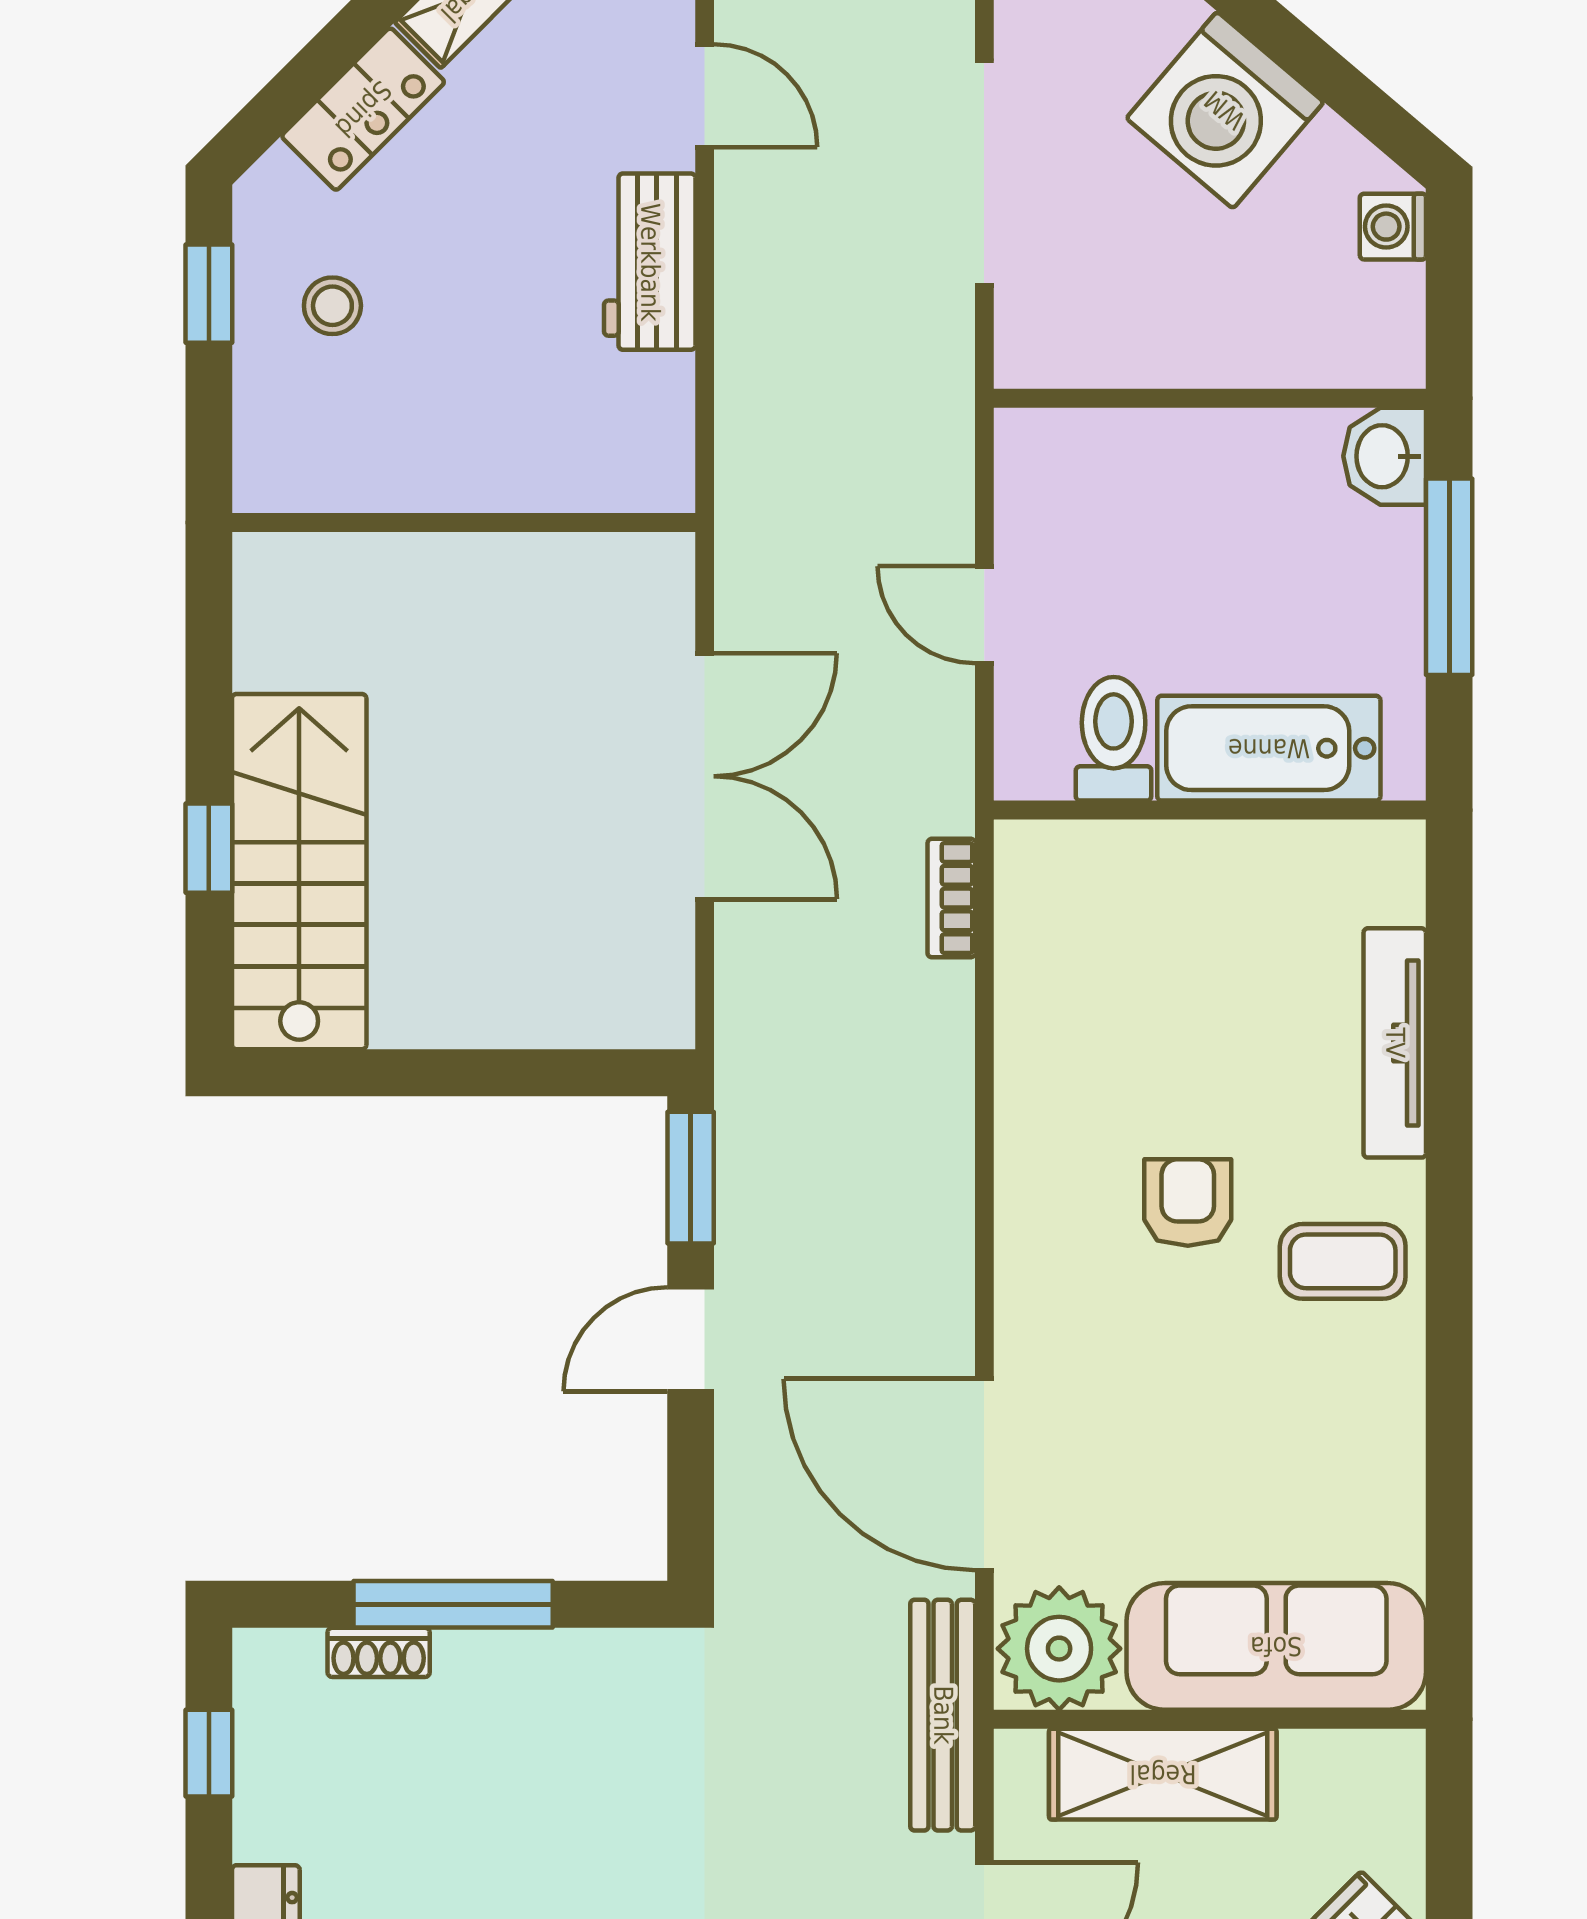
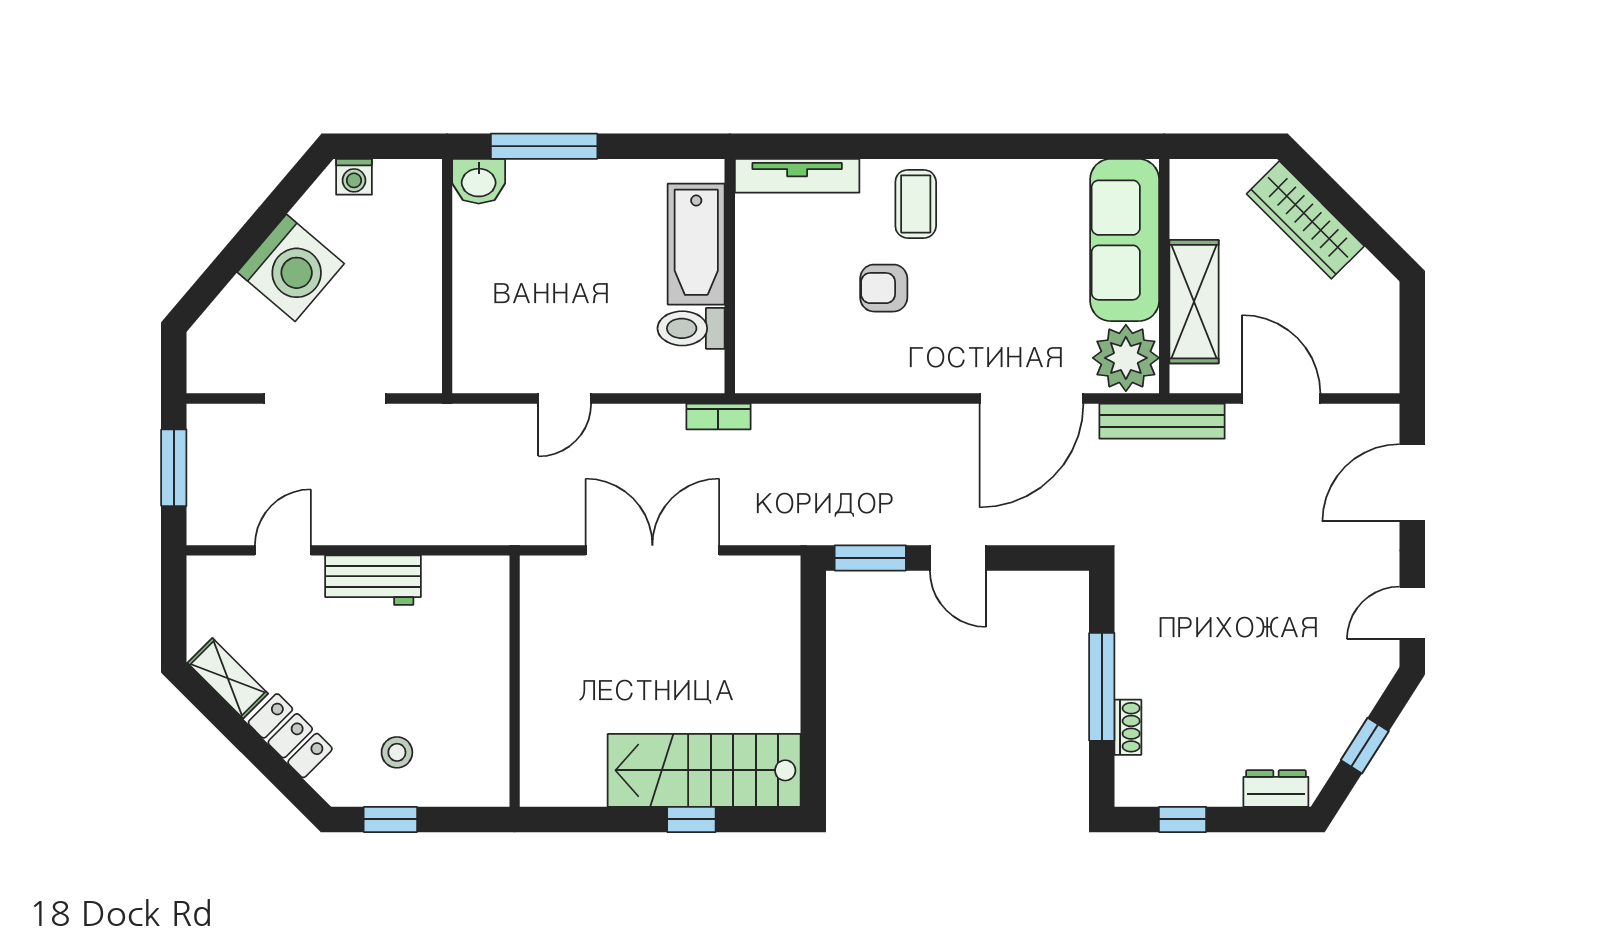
toilet: (1114, 739) -> (691, 328), moved
bathtub: (1269, 748) -> (696, 244), moved
wall: (1210, 810) -> (730, 276), moved

